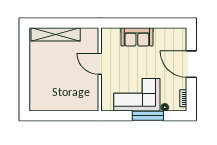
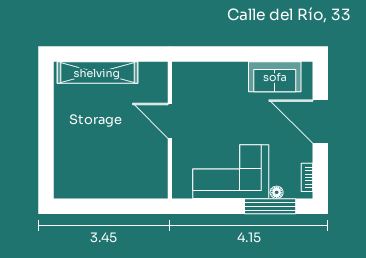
sofa: (137, 37) -> (275, 77), moved
window: (148, 116) -> (270, 206), moved

